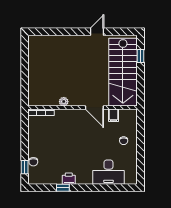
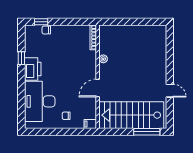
window: (140, 56) -> (147, 132), width x2.17
filing cabinet: (114, 115) -> (90, 124), moved
desk: (108, 172) -> (40, 101), width x1.36, depth x1.30
printer: (69, 179) -> (33, 69), width x1.87, depth x1.48

